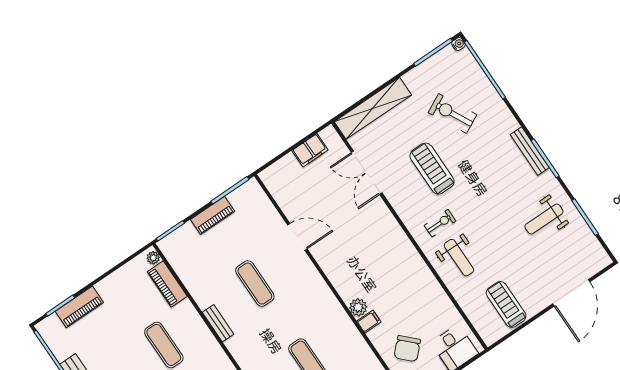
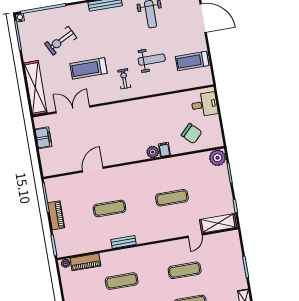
double door: (367, 173) -> (73, 109), swing flipped
weight bench: (459, 258) -> (152, 60), moved

